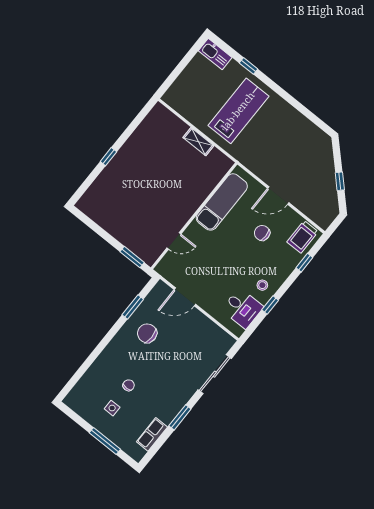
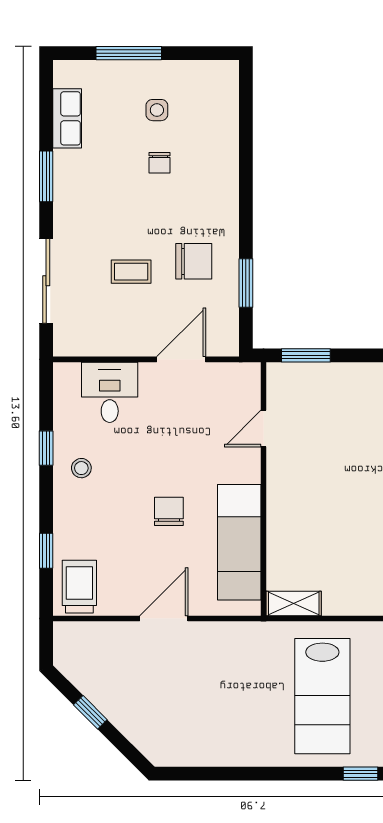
shelving: (198, 142) -> (294, 603), moved
chair: (262, 233) -> (169, 511), moved, turned -90
desk: (242, 308) -> (110, 392), moved, turned 90
coffee table: (176, 350) -> (131, 272), added

